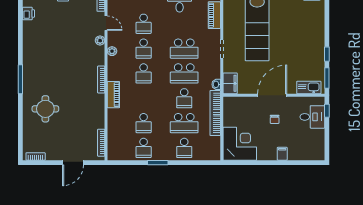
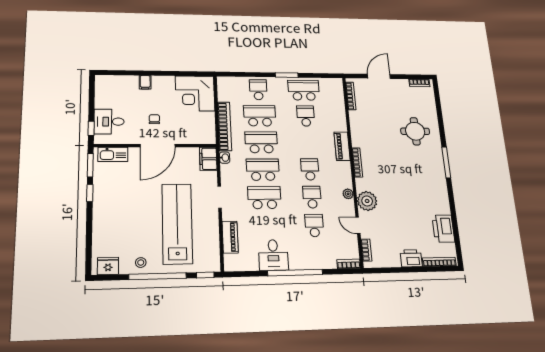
printer: (29, 14) -> (443, 229), width x1.87, depth x1.48
plant: (100, 40) -> (367, 201), width x1.88, depth x1.88
school desk: (184, 98) -> (261, 142), width x1.85
school desk: (144, 148) -> (304, 90), width x1.85

